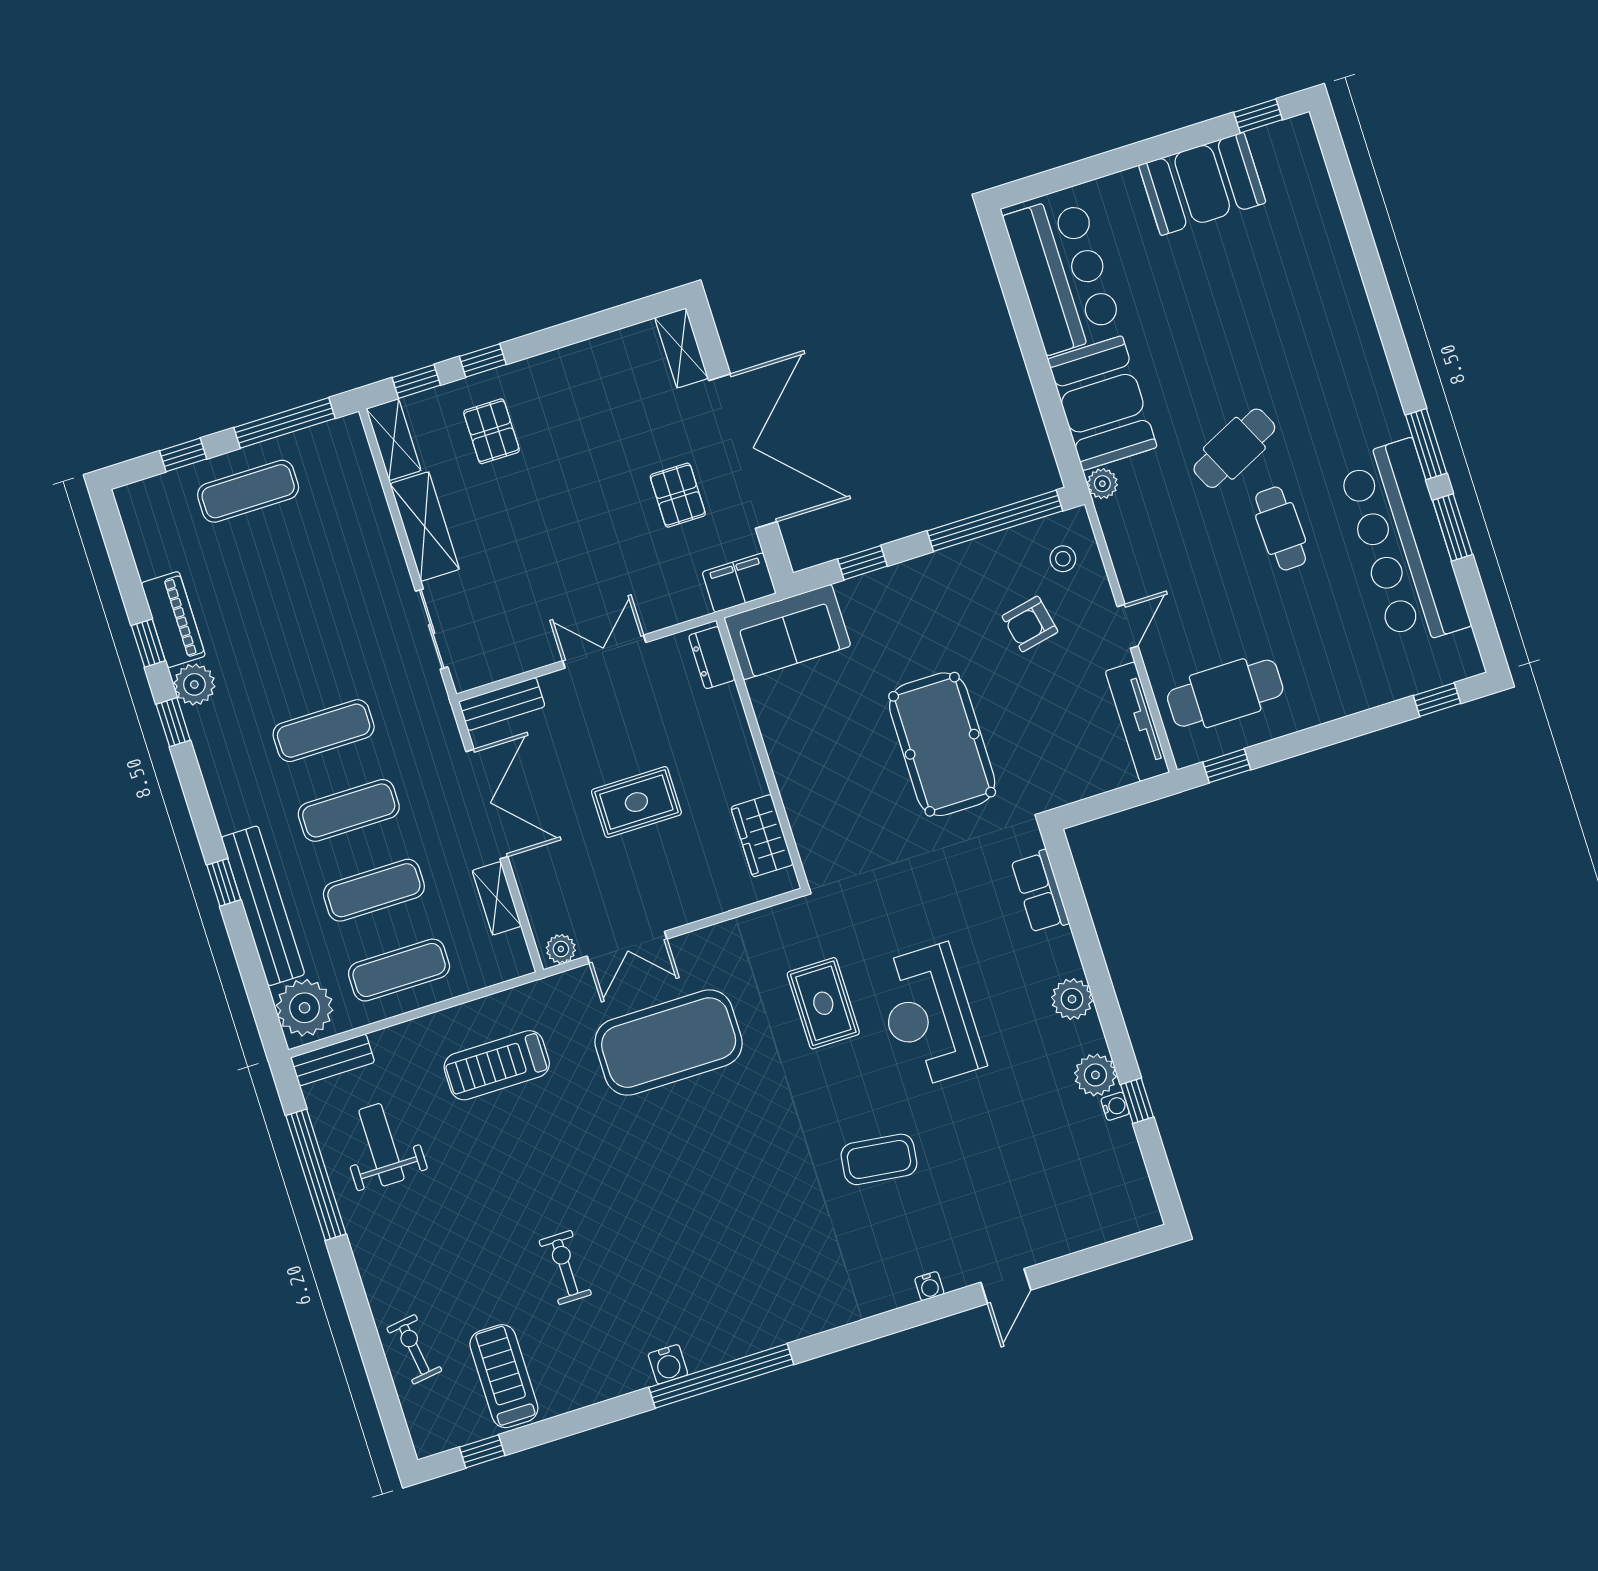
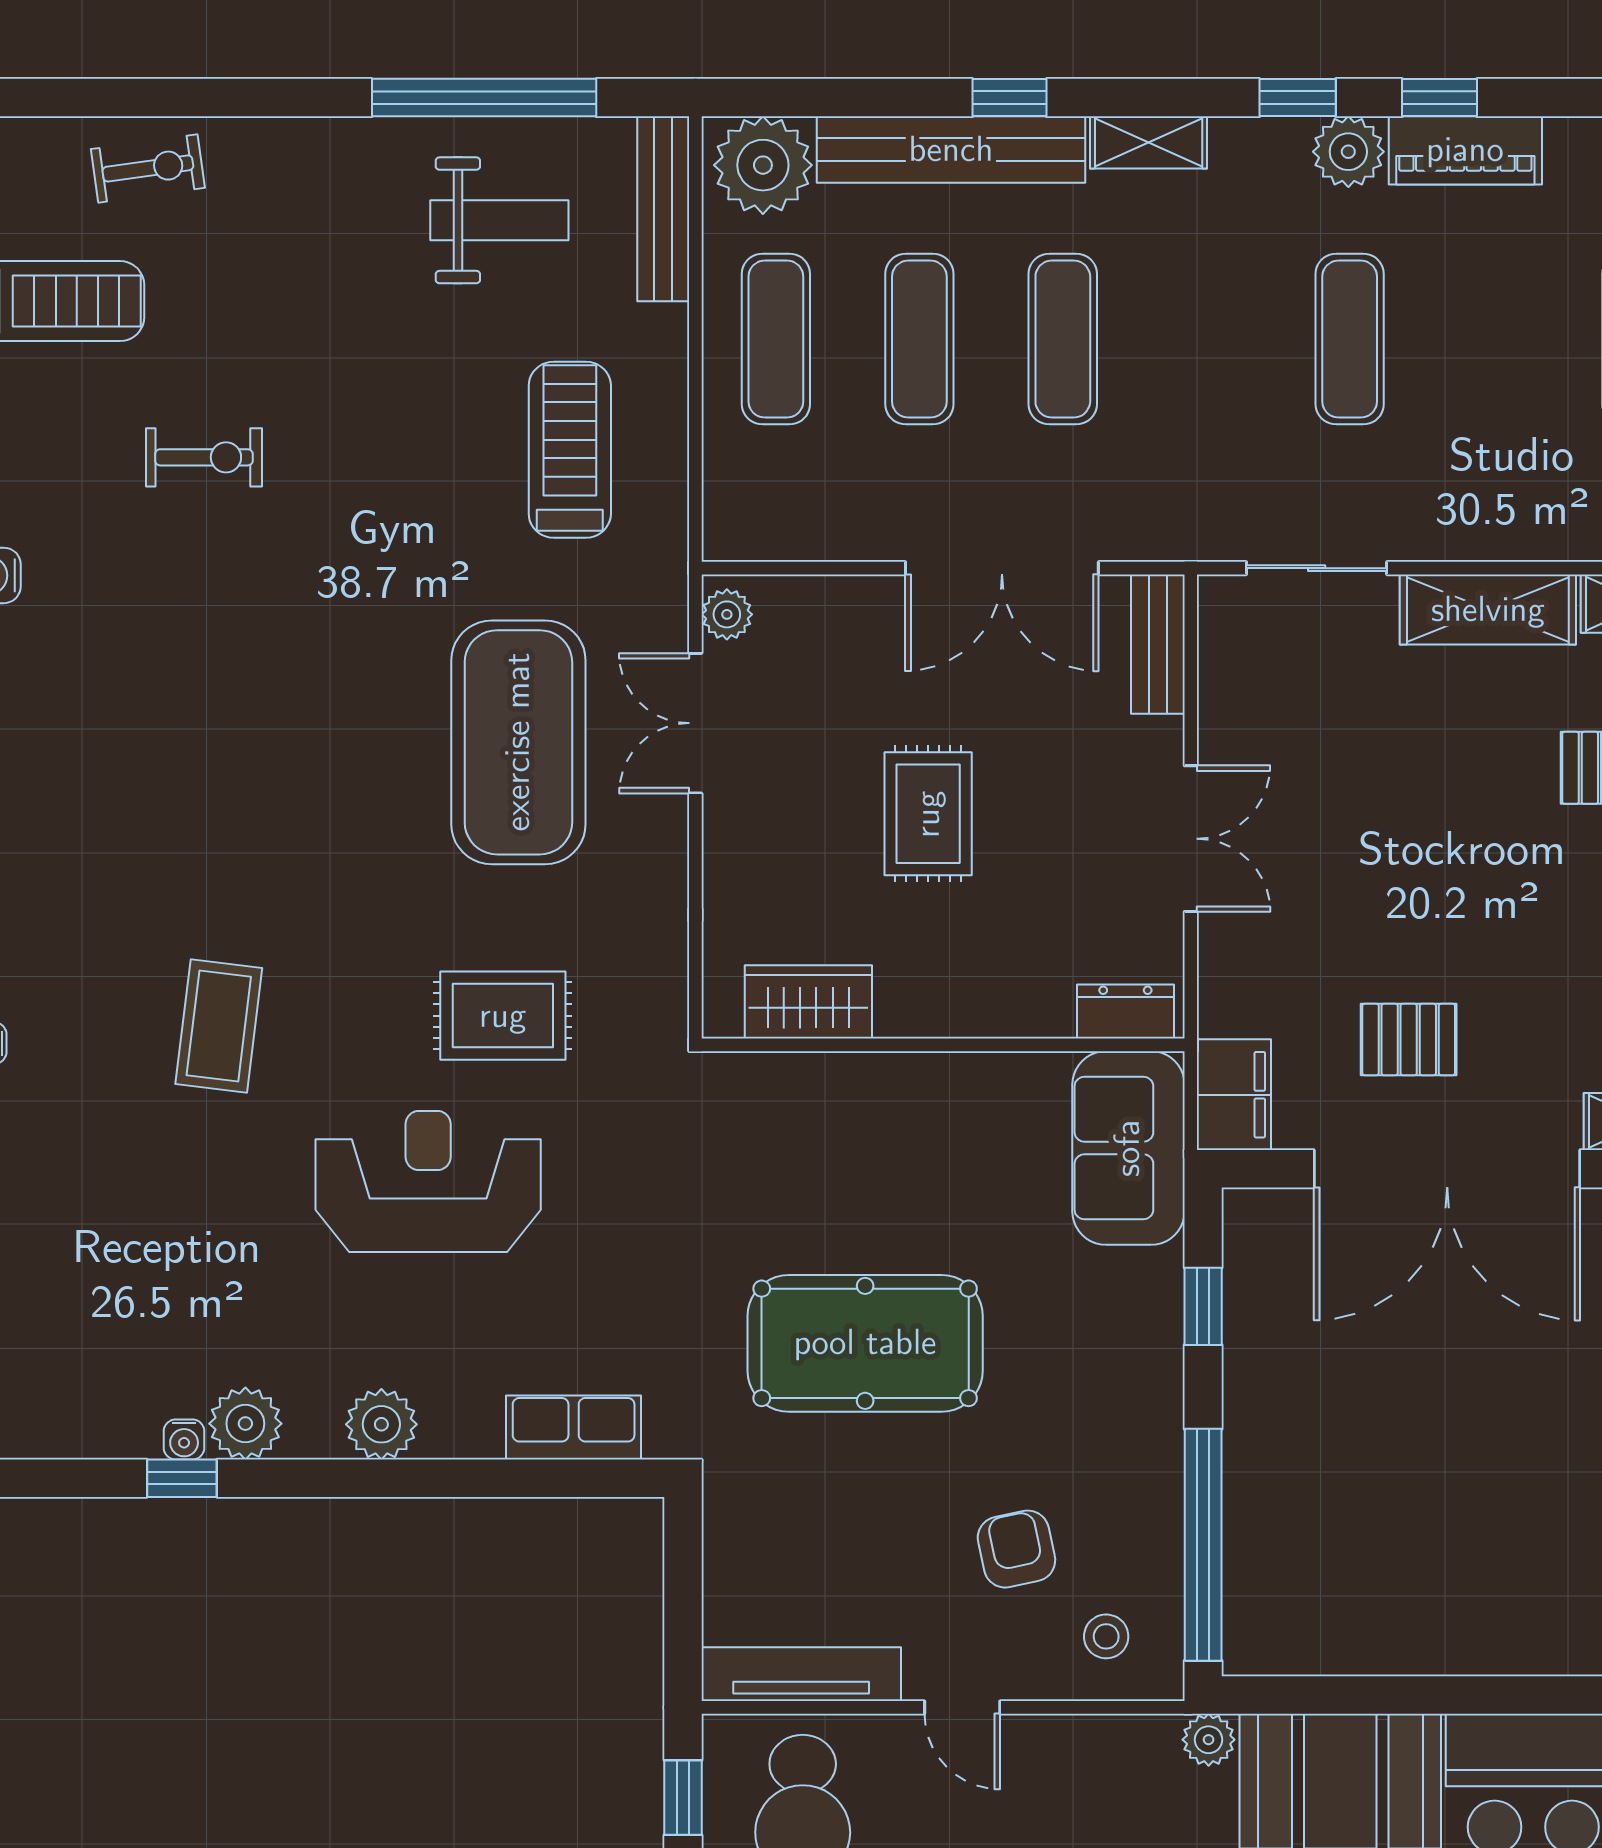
exercise mat: (324, 731) -> (1350, 339), moved
shelving: (497, 898) -> (1149, 142), moved
bench: (333, 1060) -> (663, 209), width x1.36

